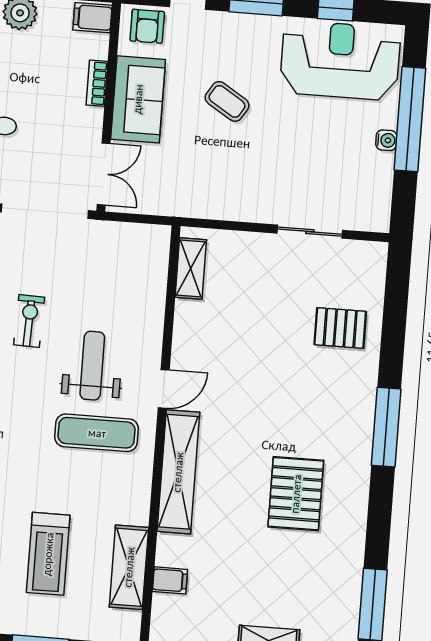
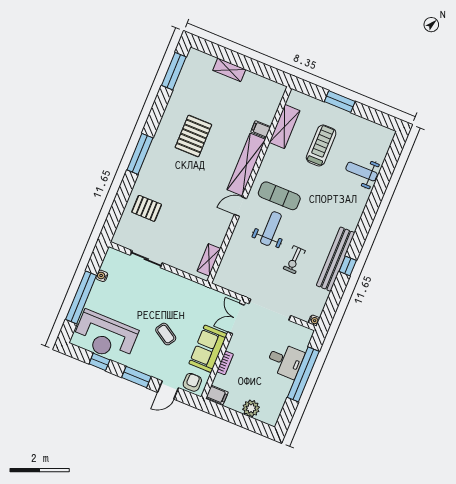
water cooler: (386, 140) -> (102, 276), moved
weight bench: (92, 366) -> (271, 229), turned 180
filing cabinet: (170, 580) -> (261, 129), moved

